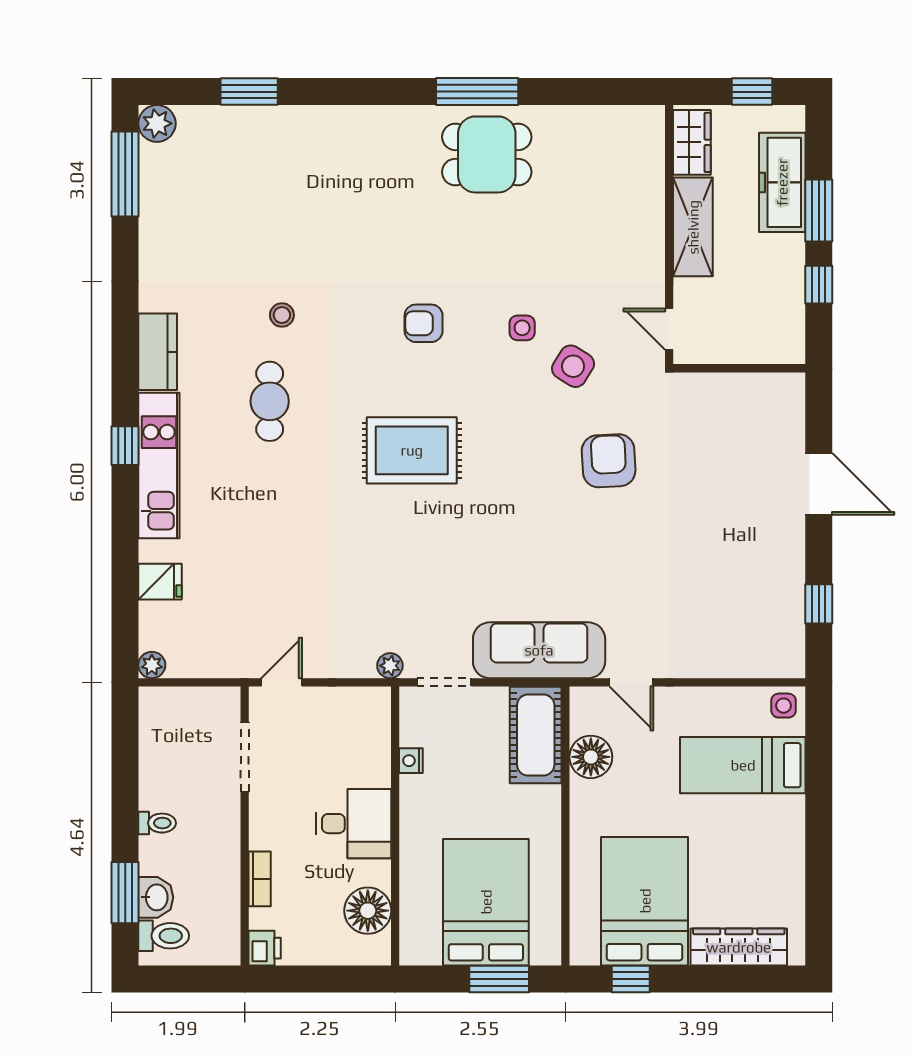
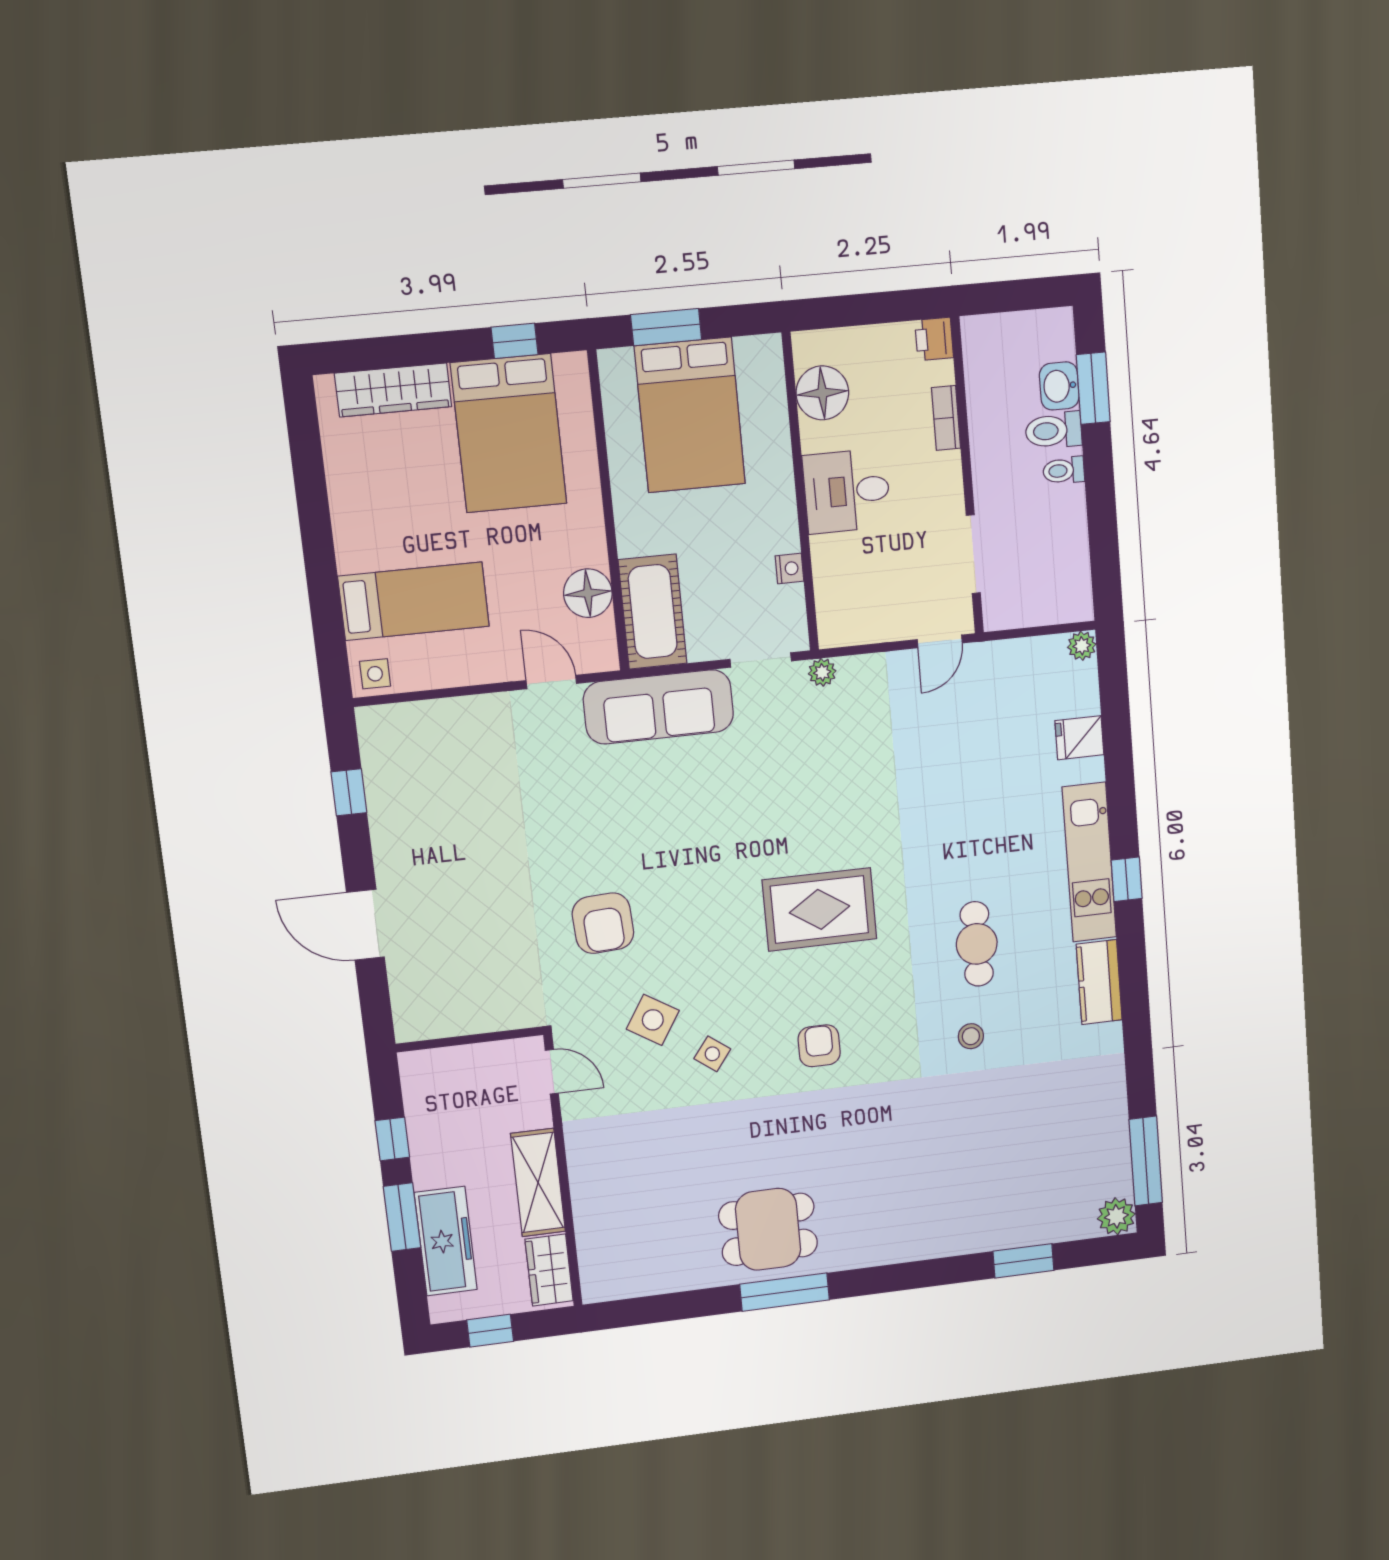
armchair: (424, 323) -> (819, 1046), turned -90
side table: (522, 328) -> (712, 1054), turned 37
toilet: (164, 936) -> (1054, 431), moved

